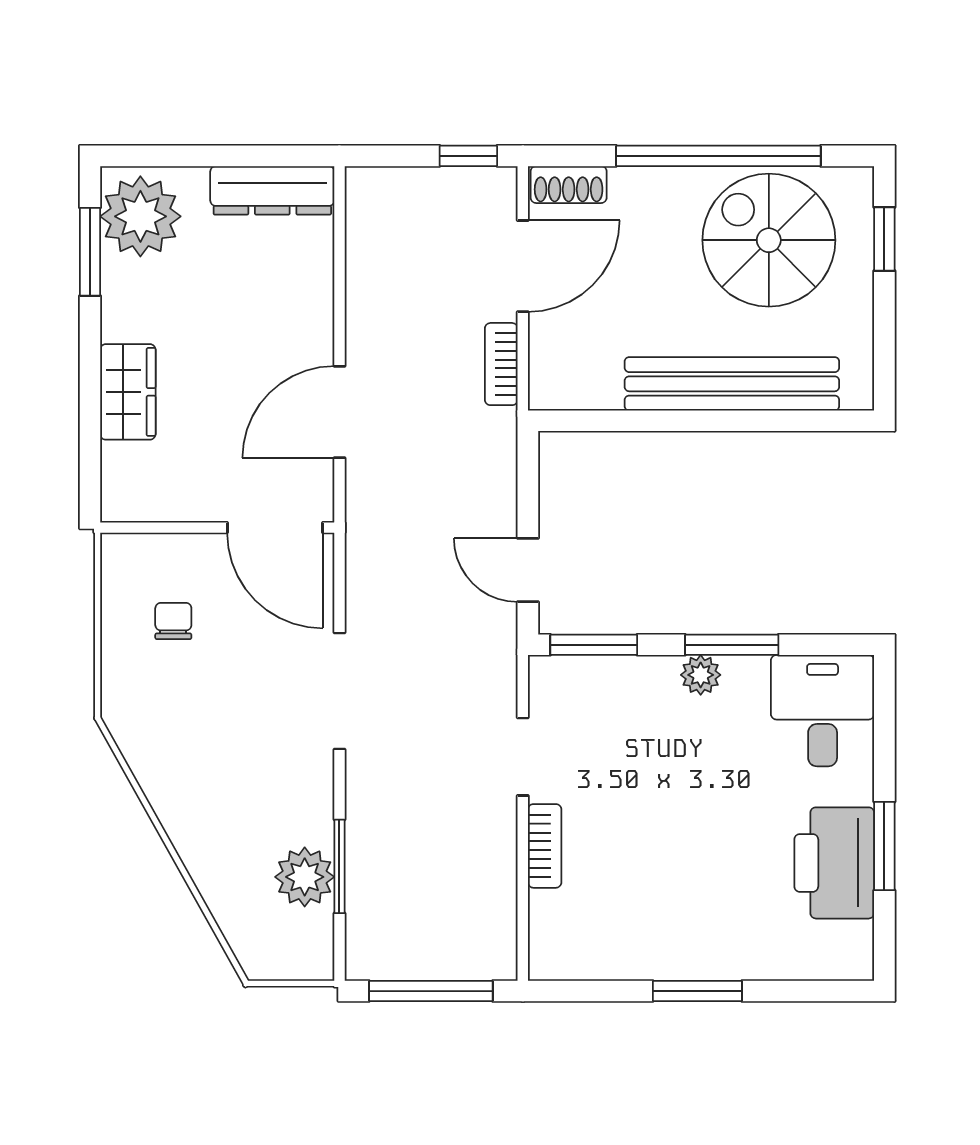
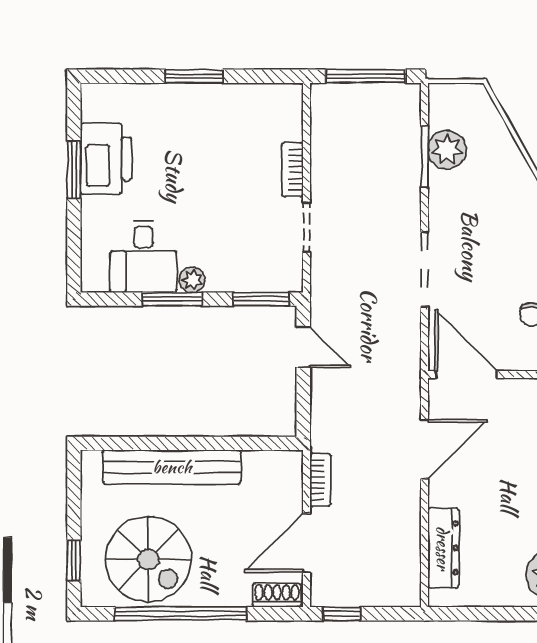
dresser: (272, 190) -> (443, 548), moved, turned 90
desk: (823, 711) -> (143, 257), moved

